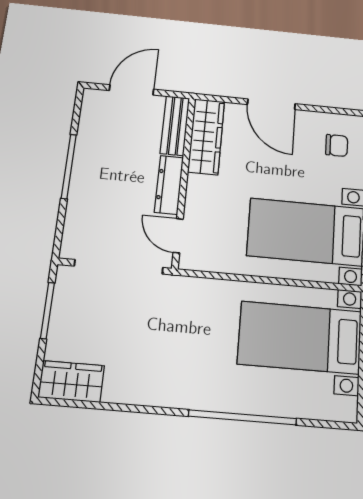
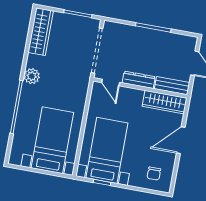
door: (178, 236) -> (111, 82), swing flipped
wardrobe: (71, 381) -> (41, 32), width x1.50
plant: (178, 392) -> (32, 76), added

